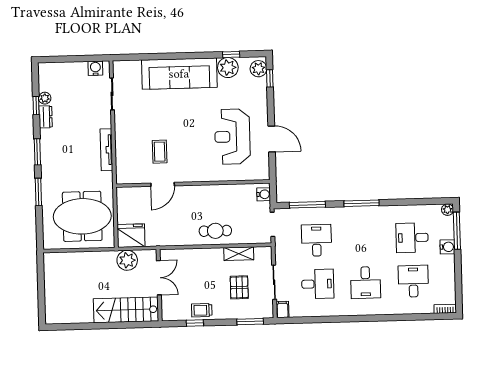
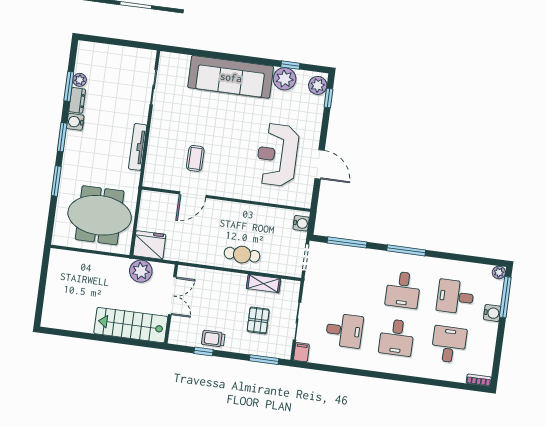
water cooler: (95, 68) -> (75, 122), moved, turned -90
window: (36, 106) -> (69, 86), width x1.50
desk: (317, 240) -> (403, 290), moved, turned 180

